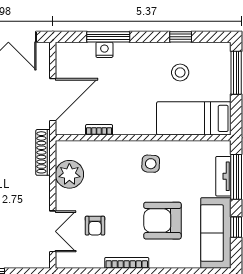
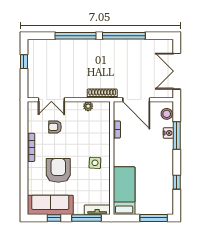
stool: (180, 72) -> (167, 114), moved
plant: (69, 174) -> (88, 106), width x0.53, depth x0.53
tv unit: (223, 176) -> (97, 210), moved

